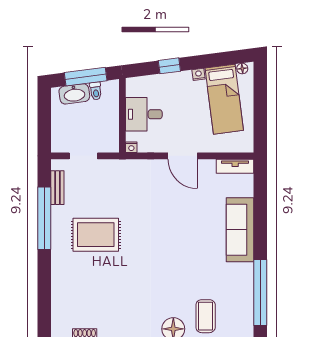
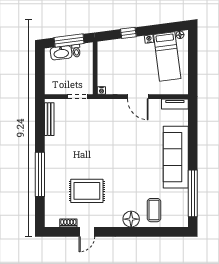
desk: (144, 114) -> (110, 67), removed
doorway: (83, 156) -> (78, 97), moved
bench: (57, 188) -> (49, 119), width x1.36
window: (44, 218) -> (40, 174), moved
sofa: (240, 230) -> (176, 157), width x1.36, depth x1.27
rug: (96, 235) -> (87, 191), moved

